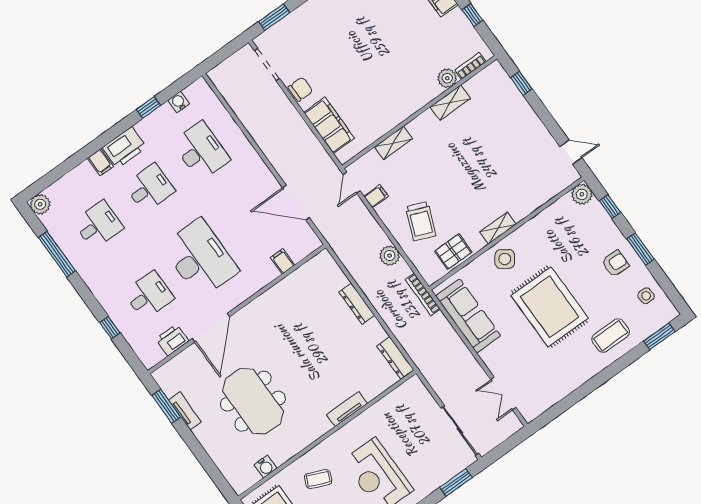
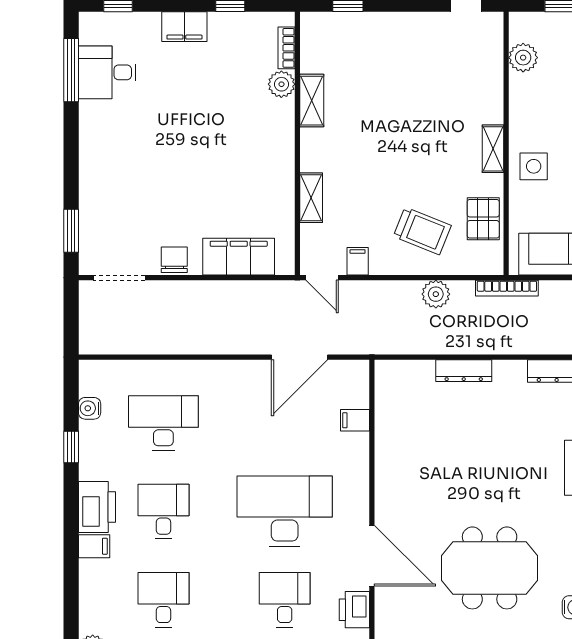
plant: (582, 194) -> (523, 58), moved
side table: (505, 259) -> (534, 166), turned -35

